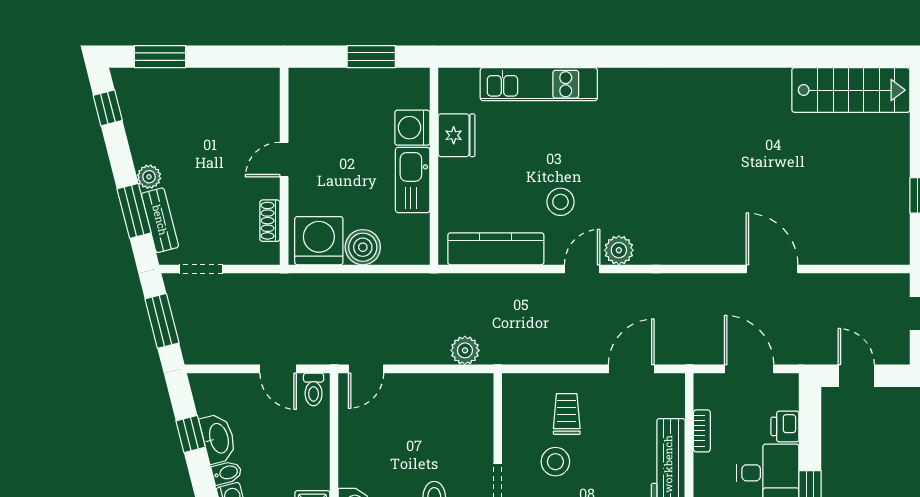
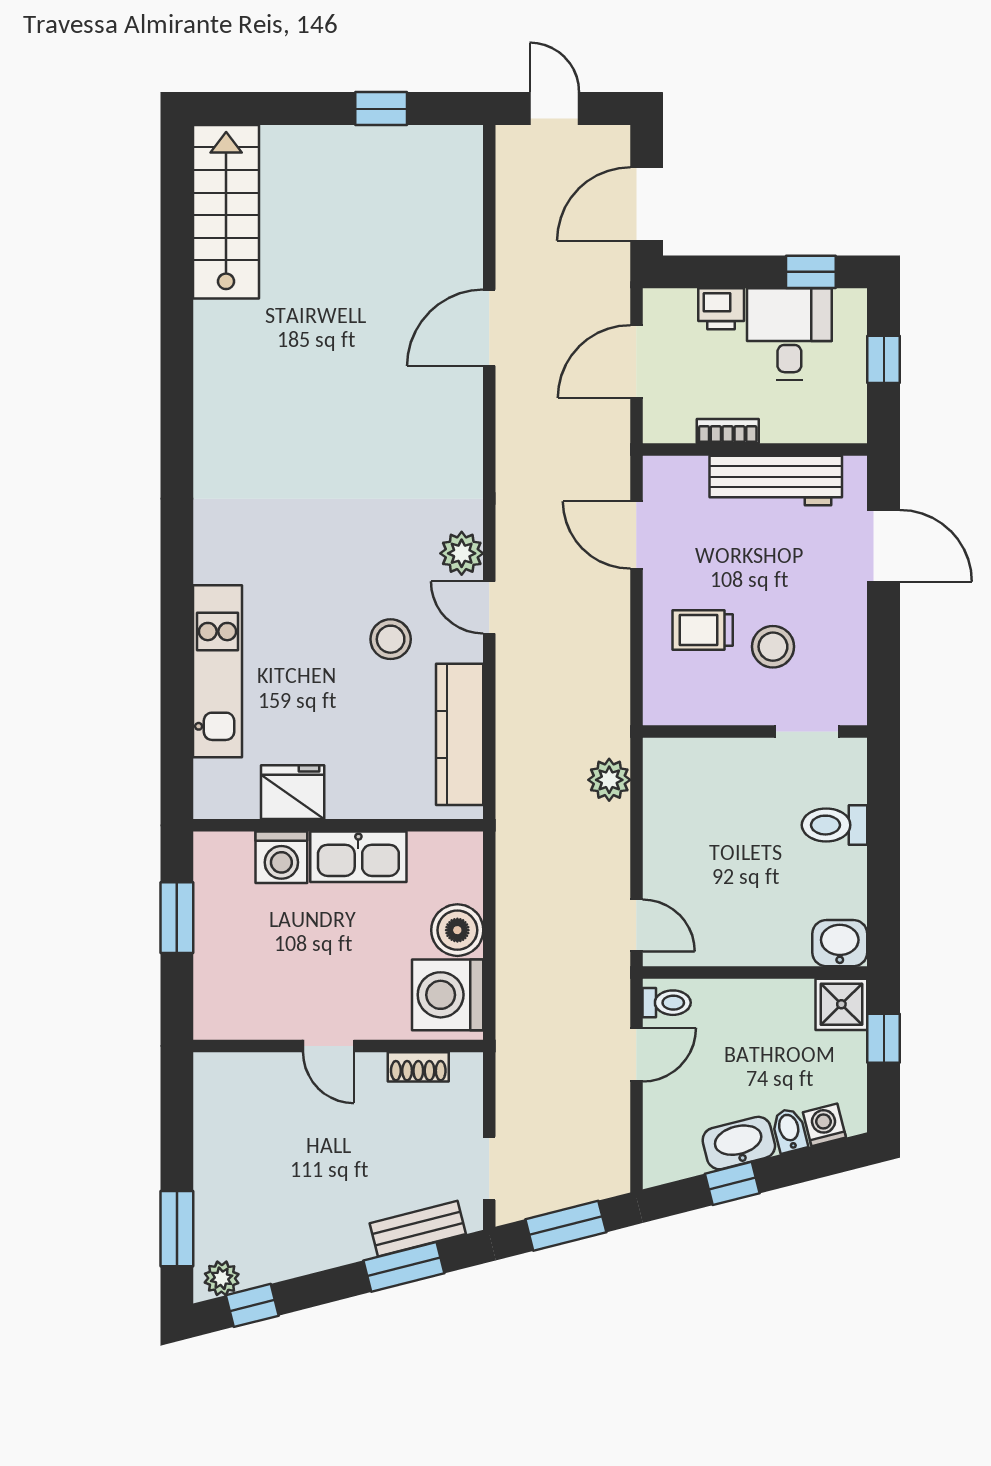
plant: (149, 177) -> (222, 1278), moved
door: (856, 376) -> (647, 204), width x1.37

